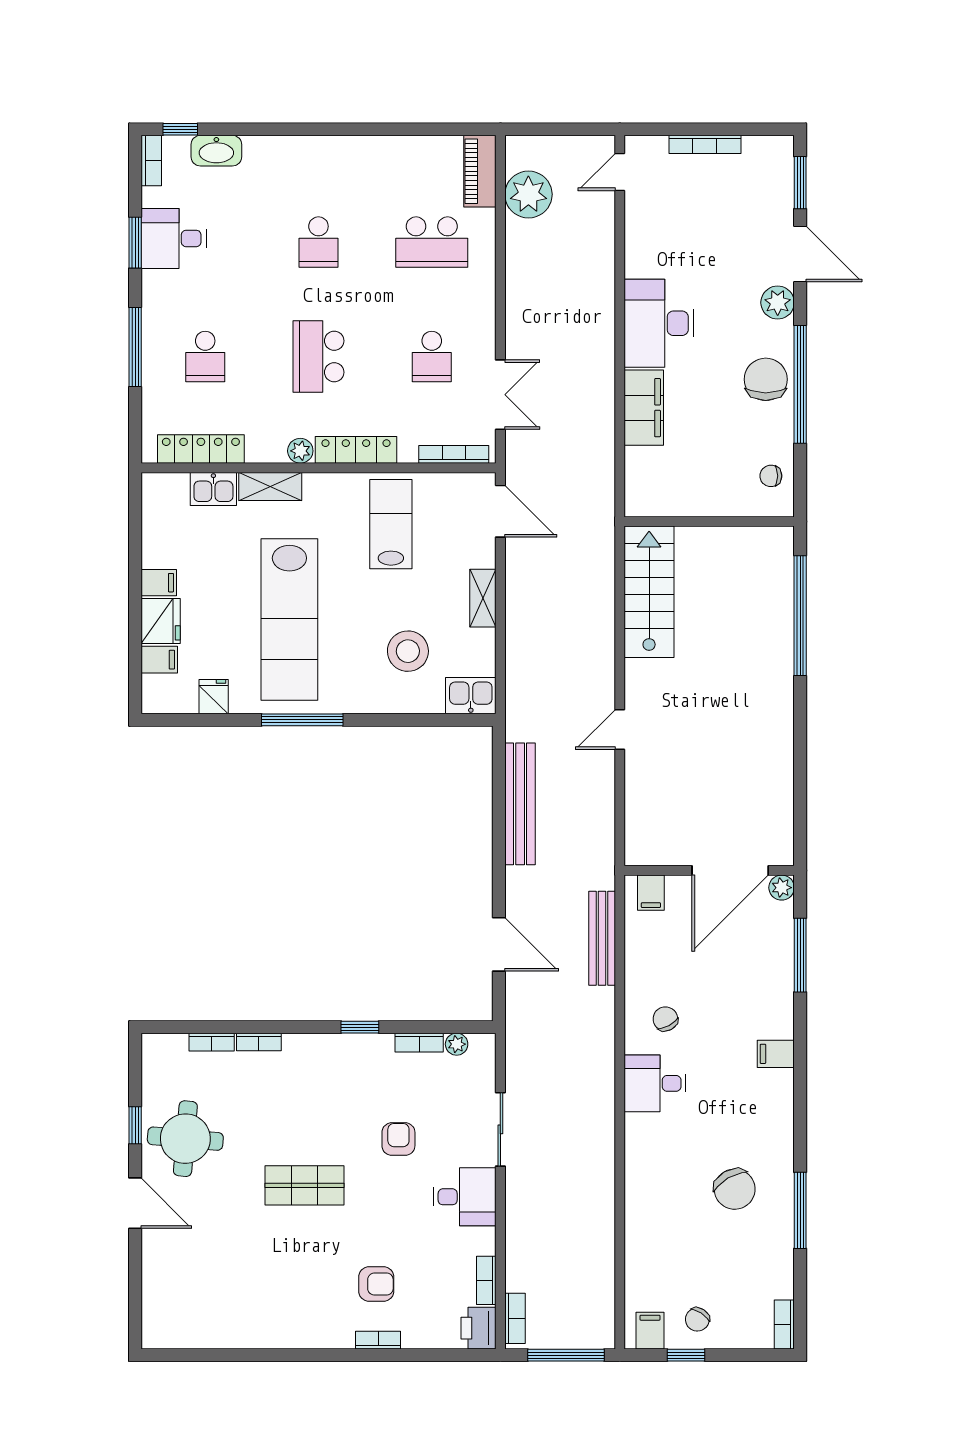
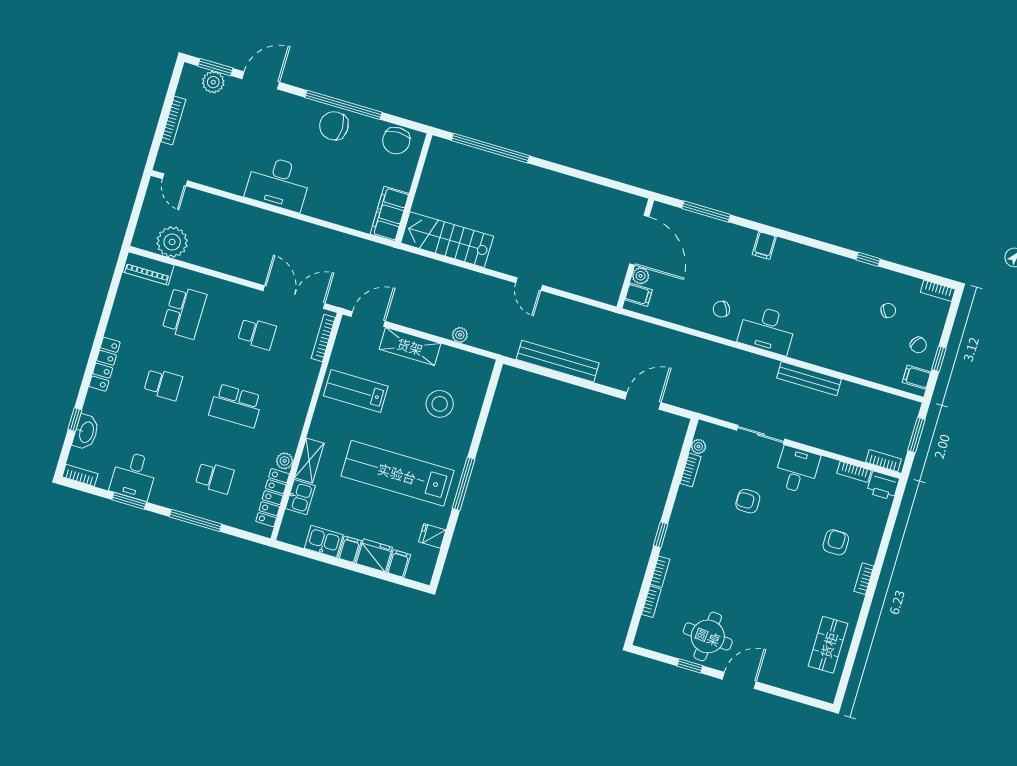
window: (180, 129) -> (75, 420), moved
plant: (778, 303) -> (213, 82), moved
double door: (500, 395) -> (294, 297), width x1.37
filing cabinet: (644, 408) -> (390, 214), moved, turned -90
locker: (356, 450) -> (105, 364), moved, turned 180
plant: (300, 451) -> (285, 461), moved
chair: (771, 476) -> (396, 141), width x1.87, depth x1.87
shelving: (483, 598) -> (410, 346), width x1.50, depth x1.33
lab bench: (289, 620) -> (397, 473), turned 180
plant: (517, 651) -> (460, 335), added
kitchen sink: (471, 696) -> (324, 541), moved, turned 90
plant: (782, 888) -> (641, 276), moved
bench: (602, 938) -> (809, 379), moved
window: (360, 1027) -> (661, 535), moved
desk: (655, 1083) -> (767, 330), width x1.37
shop shelf: (304, 1185) -> (828, 645), moved
chair: (735, 1189) -> (888, 310), moved, width x0.54, depth x0.54
window: (800, 1210) -> (868, 259), width x0.46
bookcase: (378, 1340) -> (864, 579), moved
window: (566, 1355) -> (916, 435), width x0.69

